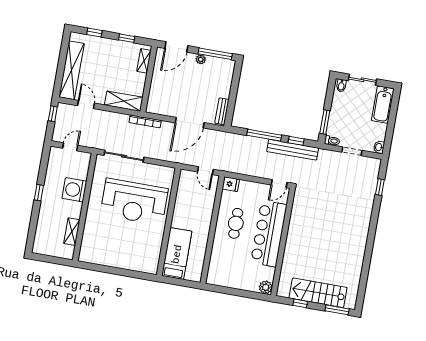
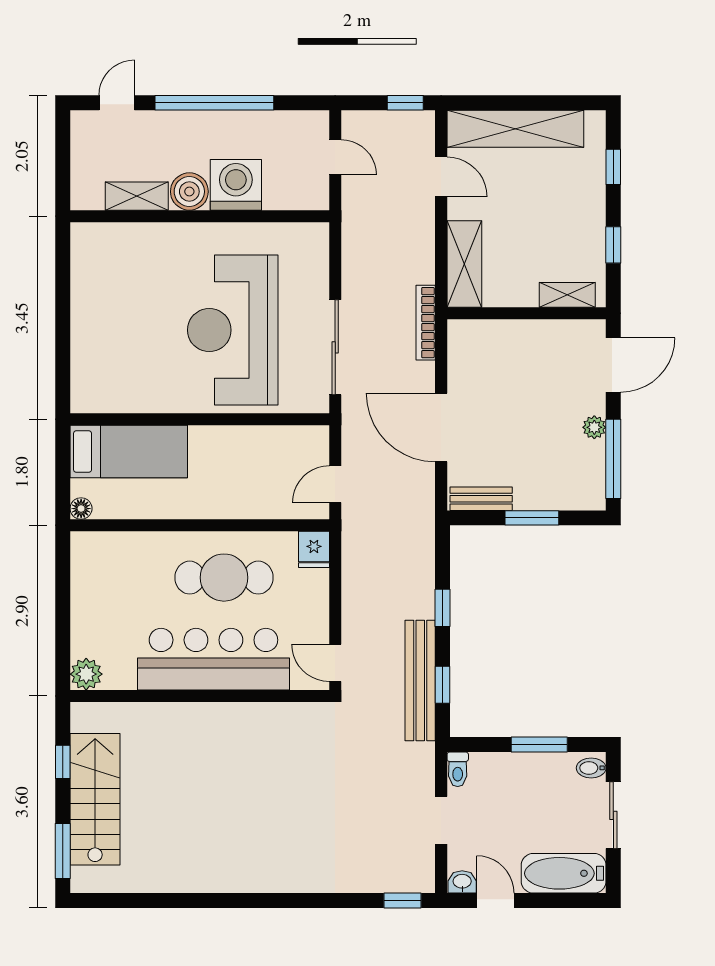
door: (176, 47) -> (613, 365), swing flipped
window: (234, 92) -> (532, 518), added
door: (86, 104) -> (441, 177), hinge flipped
window: (325, 122) -> (539, 745), moved
window: (264, 135) -> (443, 608), width x0.46
door: (389, 135) -> (495, 901), added
sliding door: (124, 156) -> (335, 347), moved
window: (380, 187) -> (403, 901), moved
window: (39, 193) -> (214, 103), width x3.17
boiler: (74, 210) -> (189, 192), added
cafe table: (236, 223) -> (224, 578), width x1.37, depth x1.35
door: (32, 233) -> (117, 103), added
floor lamp: (197, 277) -> (81, 509), added

